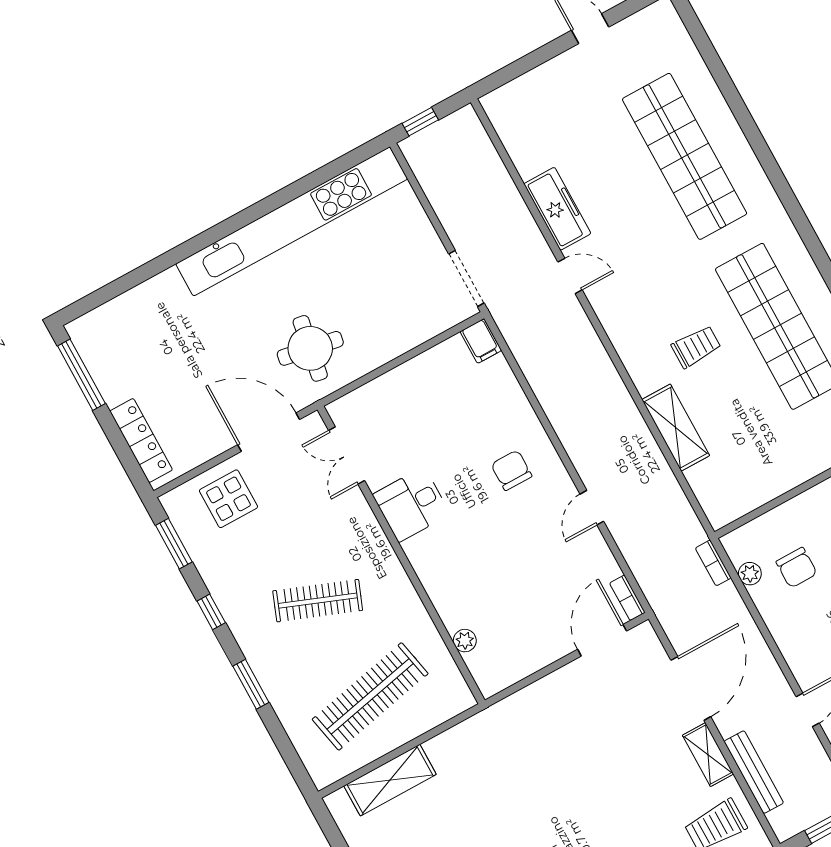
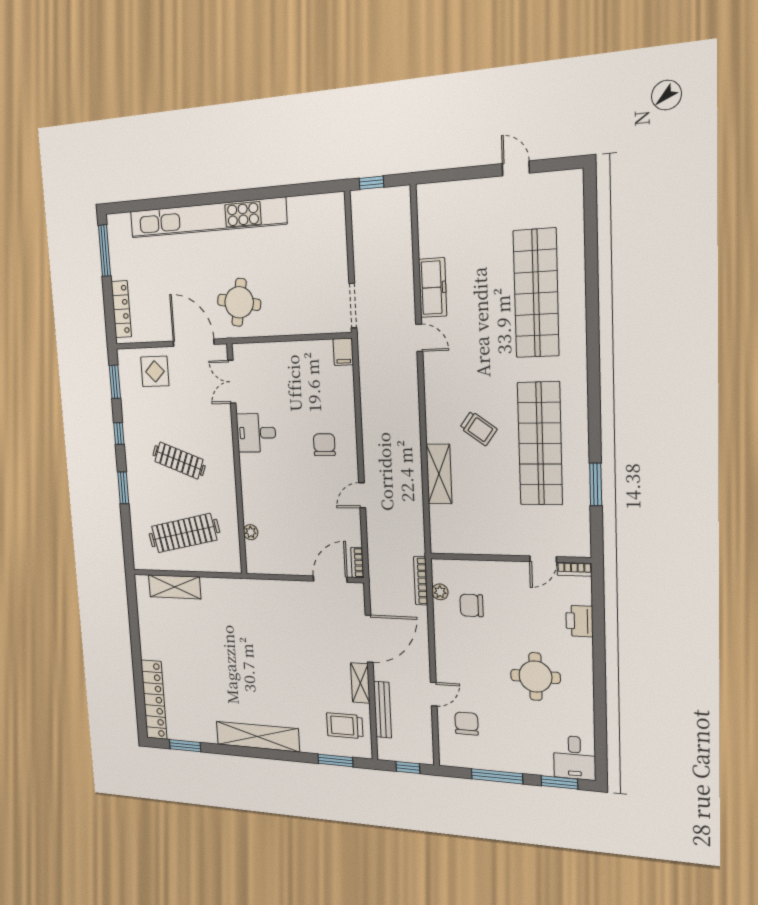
kitchen unit: (292, 221) -> (207, 218), moved
trolley: (696, 347) -> (478, 428), turned 36
bookcase: (713, 563) -> (421, 581), width x1.56
chair: (797, 568) -> (472, 605), turned 90

